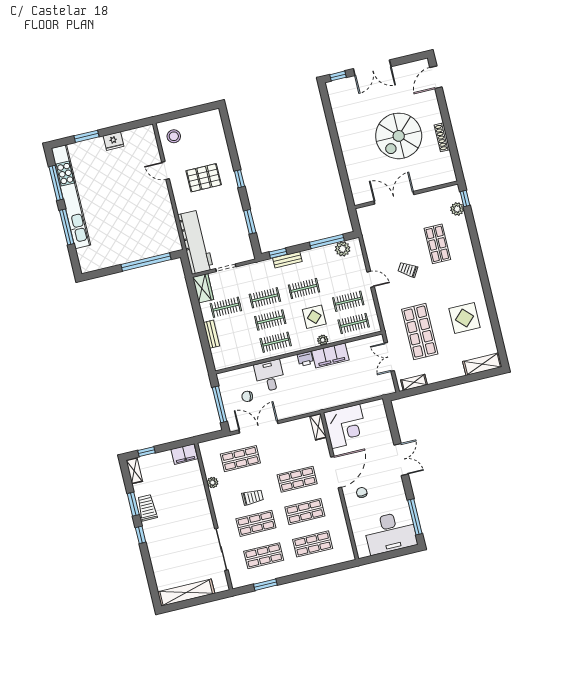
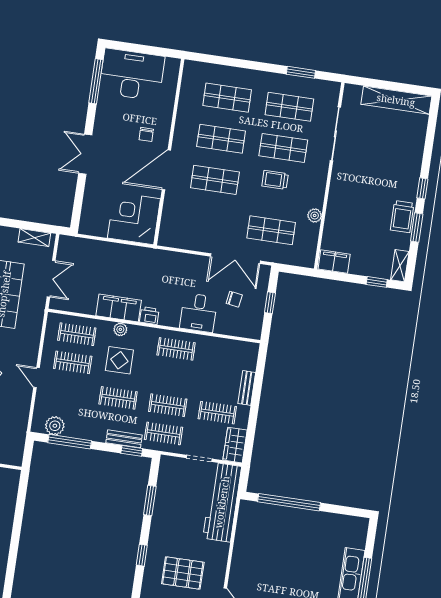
clothes rail: (270, 320) -> (164, 433), moved
window: (220, 404) -> (270, 303), width x0.46
shelving: (318, 427) -> (166, 231), removed

